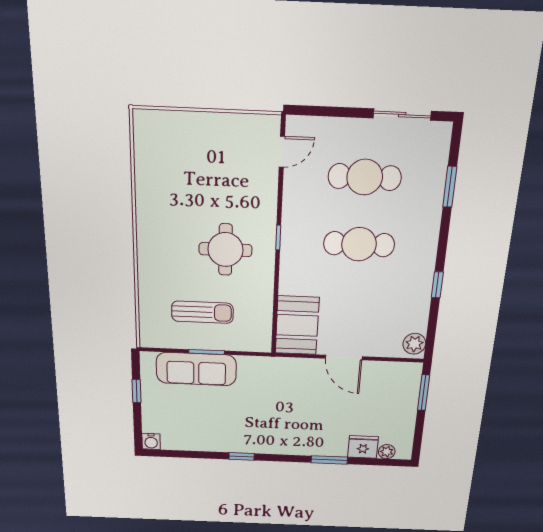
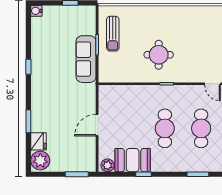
sun lounger: (202, 312) -> (113, 34), moved
booth: (297, 325) -> (133, 160), moved
sofa: (196, 369) -> (86, 59), moved
plant: (387, 452) -> (40, 161), width x1.88, depth x1.88

